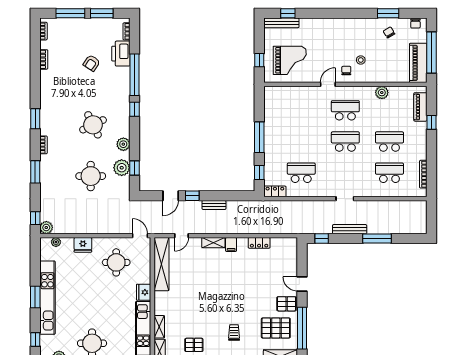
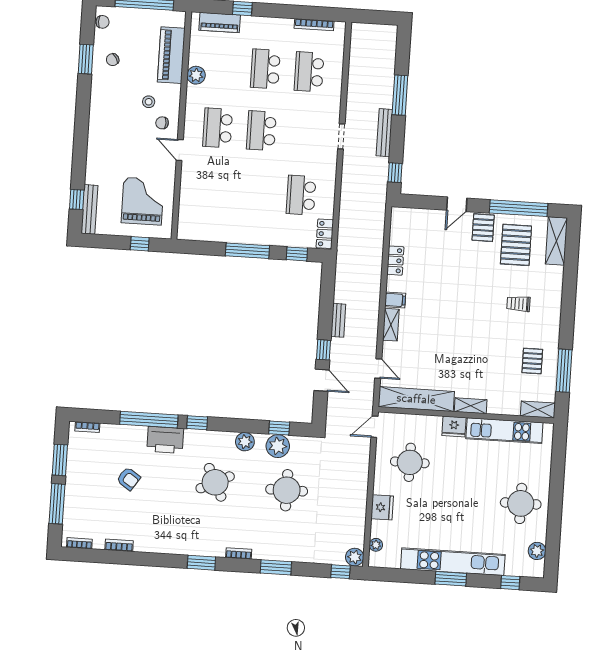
printer: (121, 54) -> (165, 440), moved
piano: (418, 63) -> (171, 55), moved, turned 90
shelving: (159, 327) -> (471, 406), moved

